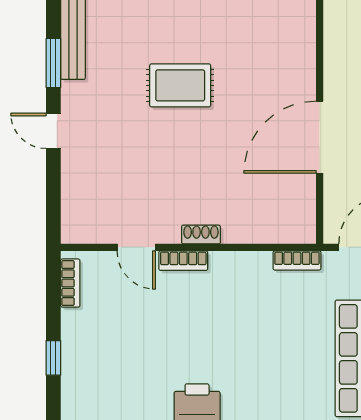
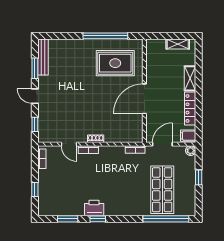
rug: (180, 85) -> (115, 63), moved, width x1.36, depth x1.43
window: (53, 199) -> (35, 124), added

